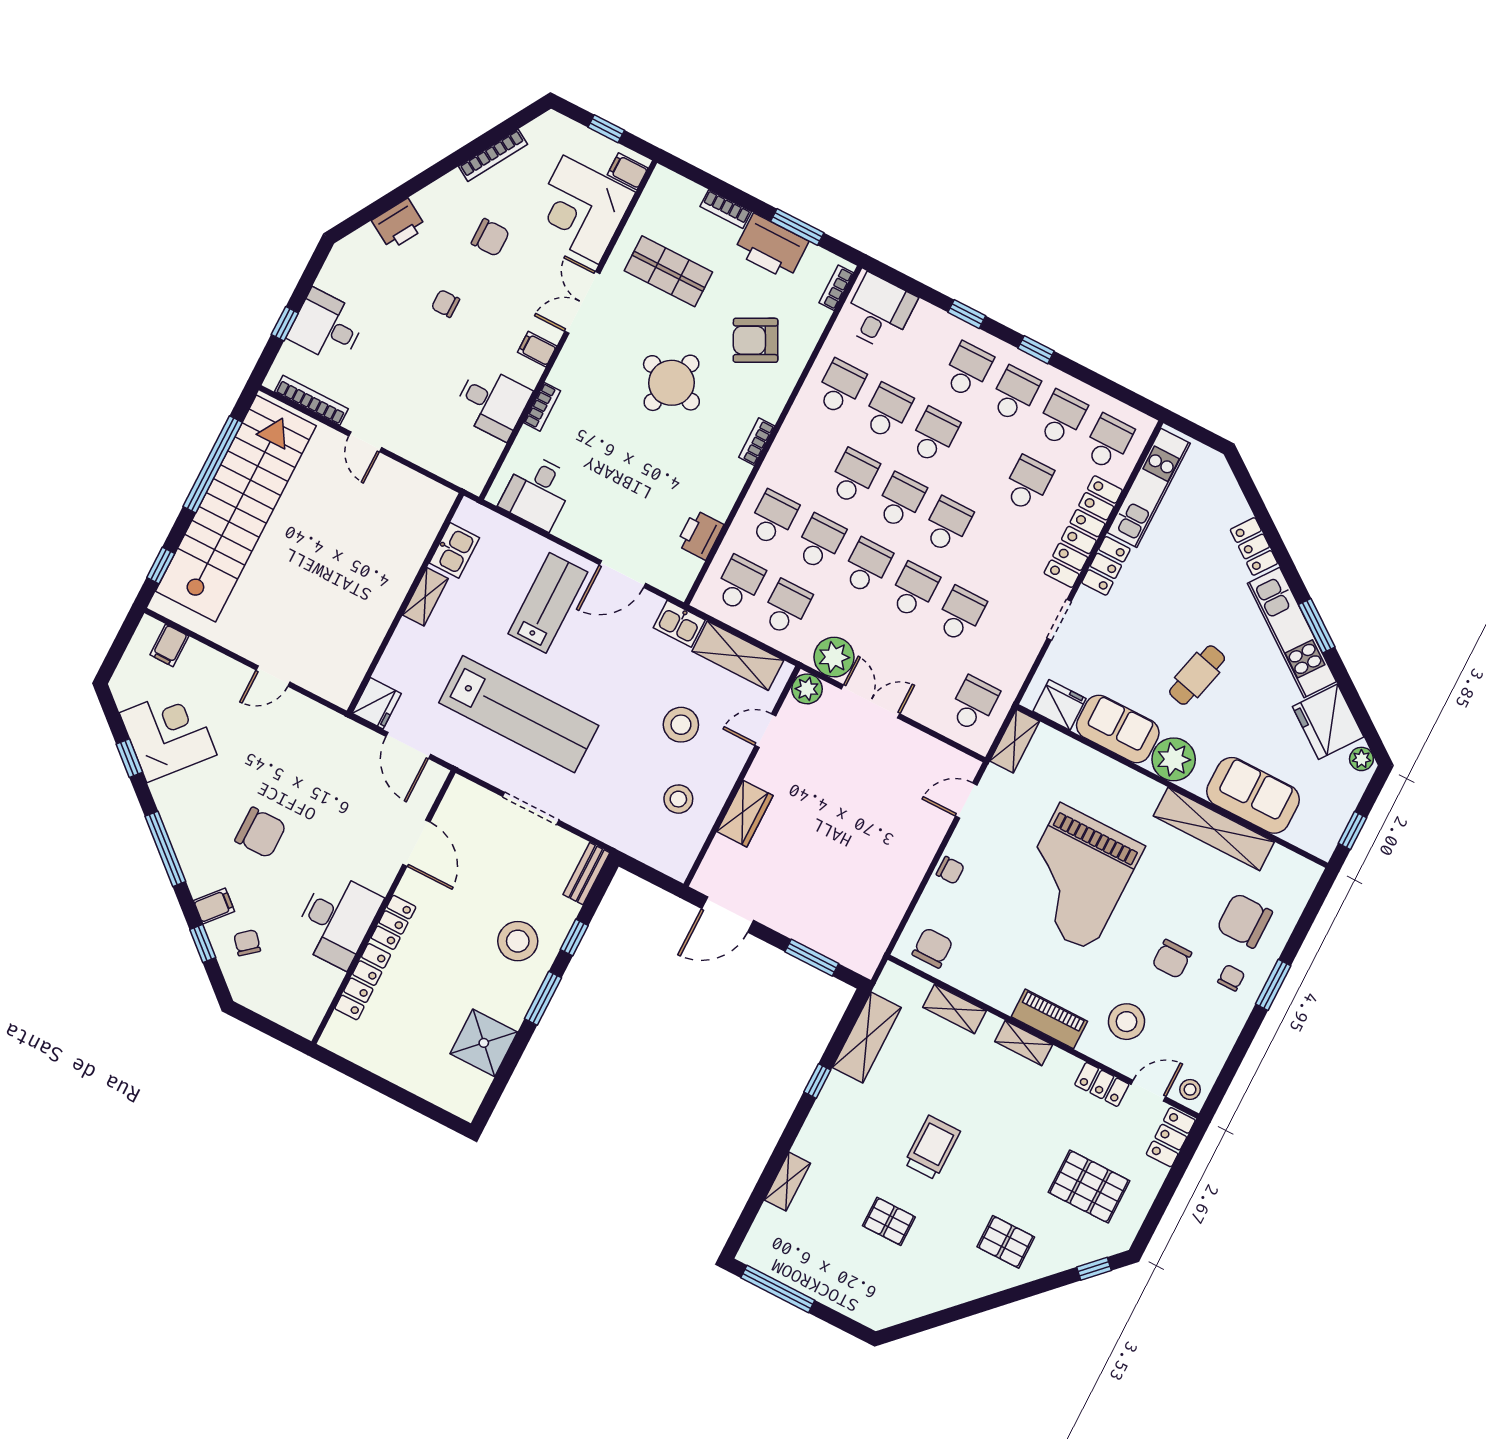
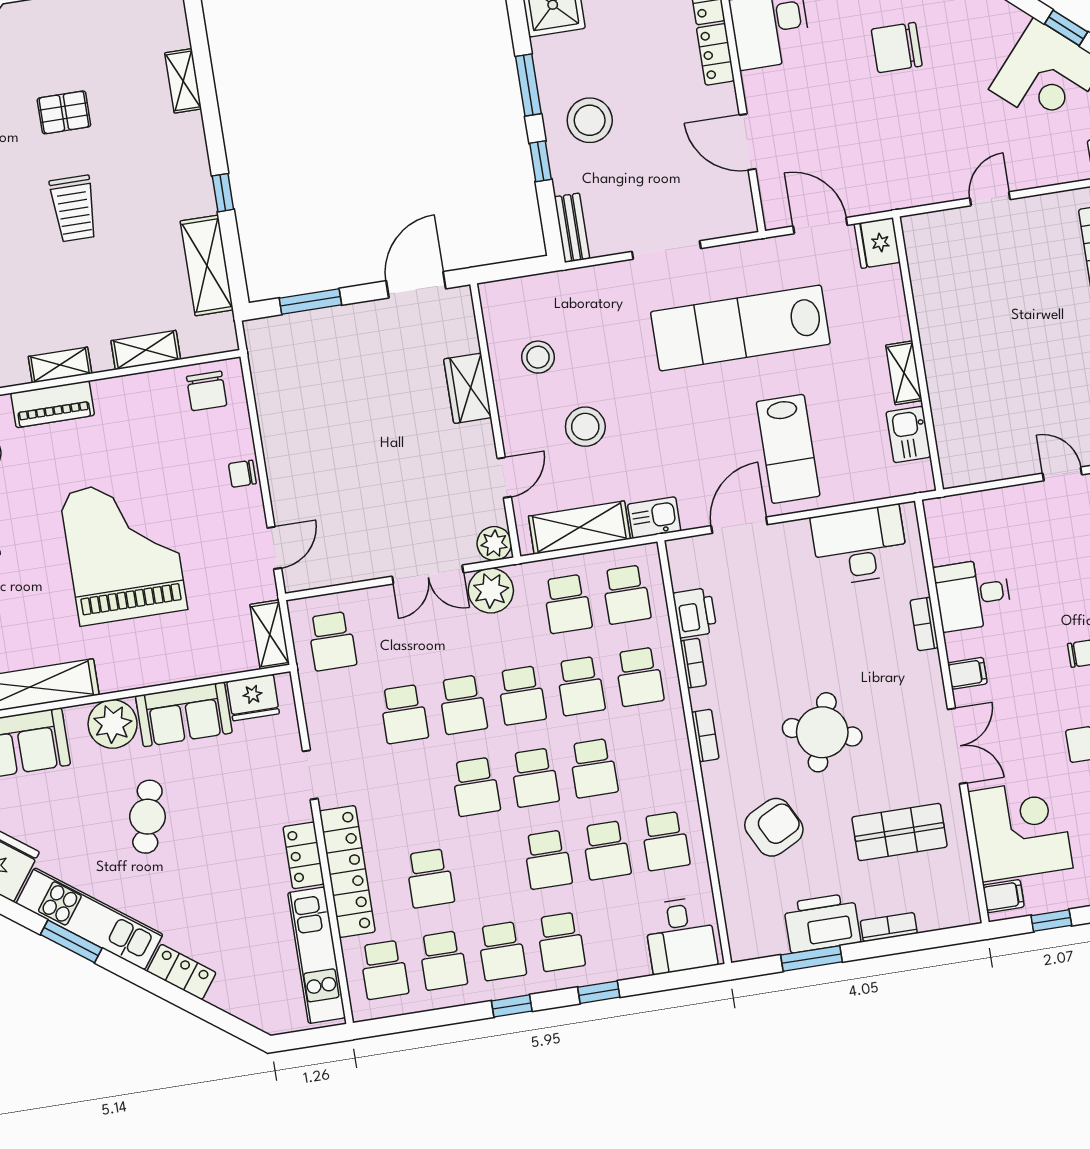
bookcase: (836, 288) -> (693, 663), moved
desk: (537, 492) -> (860, 545), width x1.37

